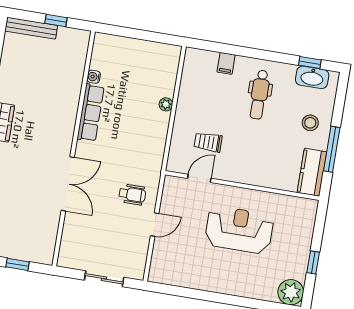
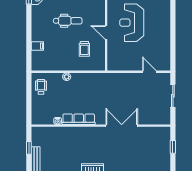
dental chair: (259, 95) -> (68, 21), moved
door: (199, 178) -> (106, 33), moved
wheelchair: (132, 194) -> (41, 87), moved
door: (155, 225) -> (149, 72), moved

